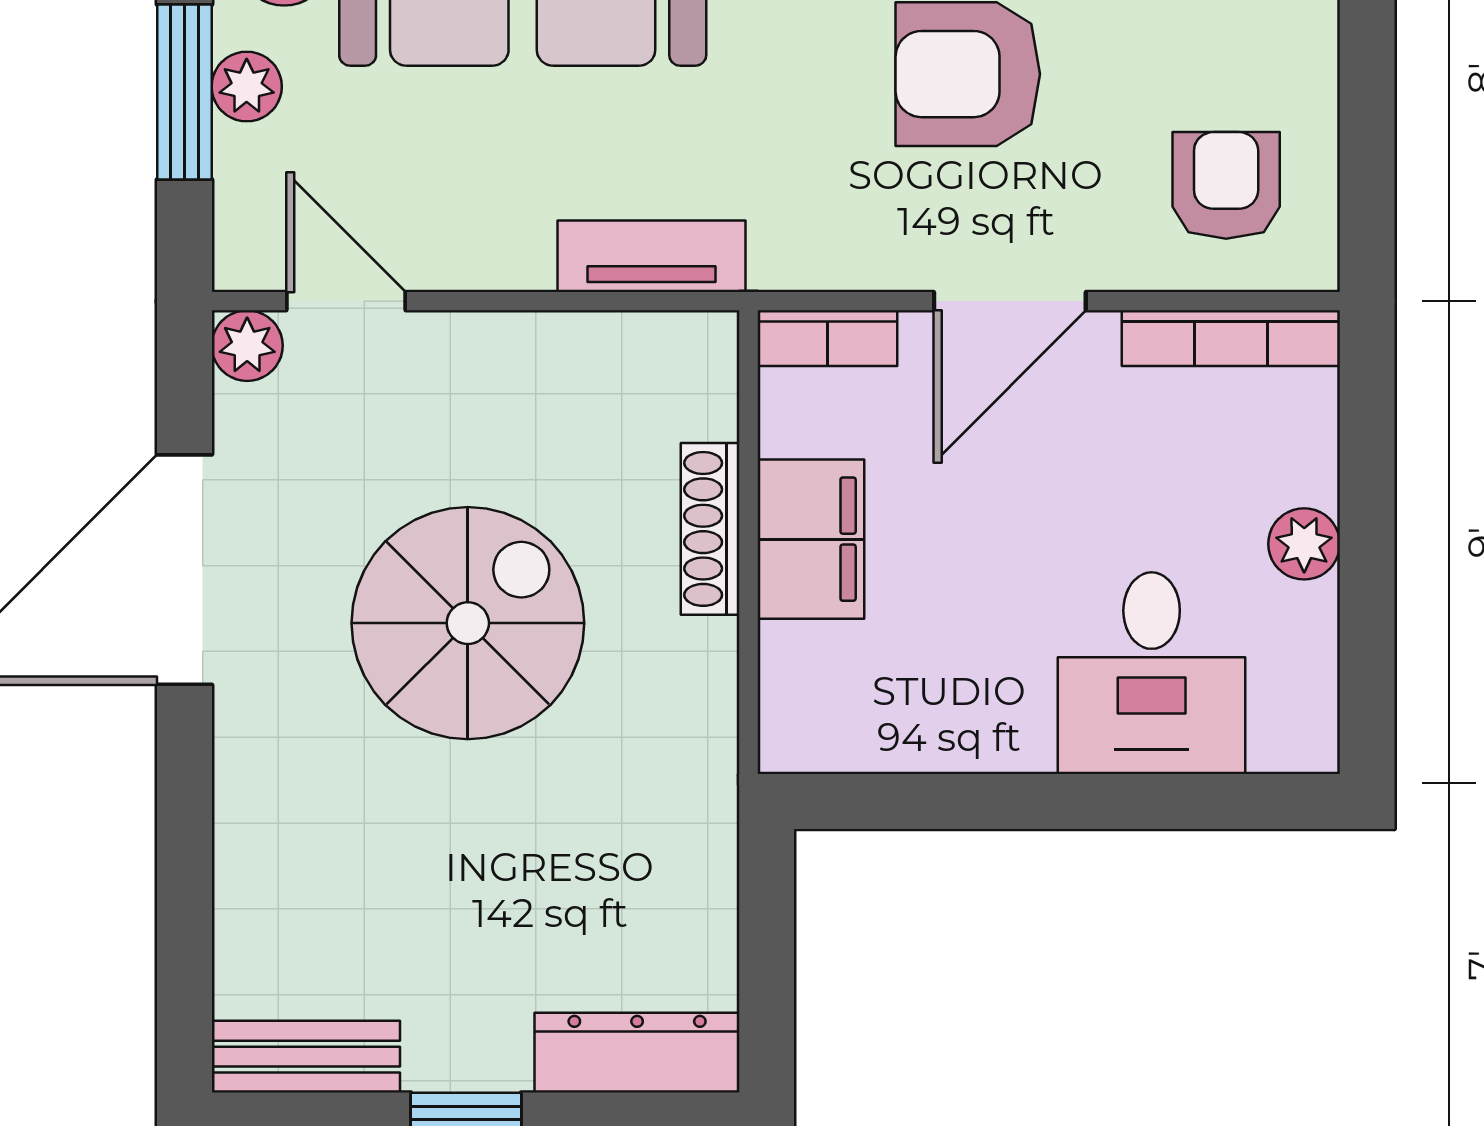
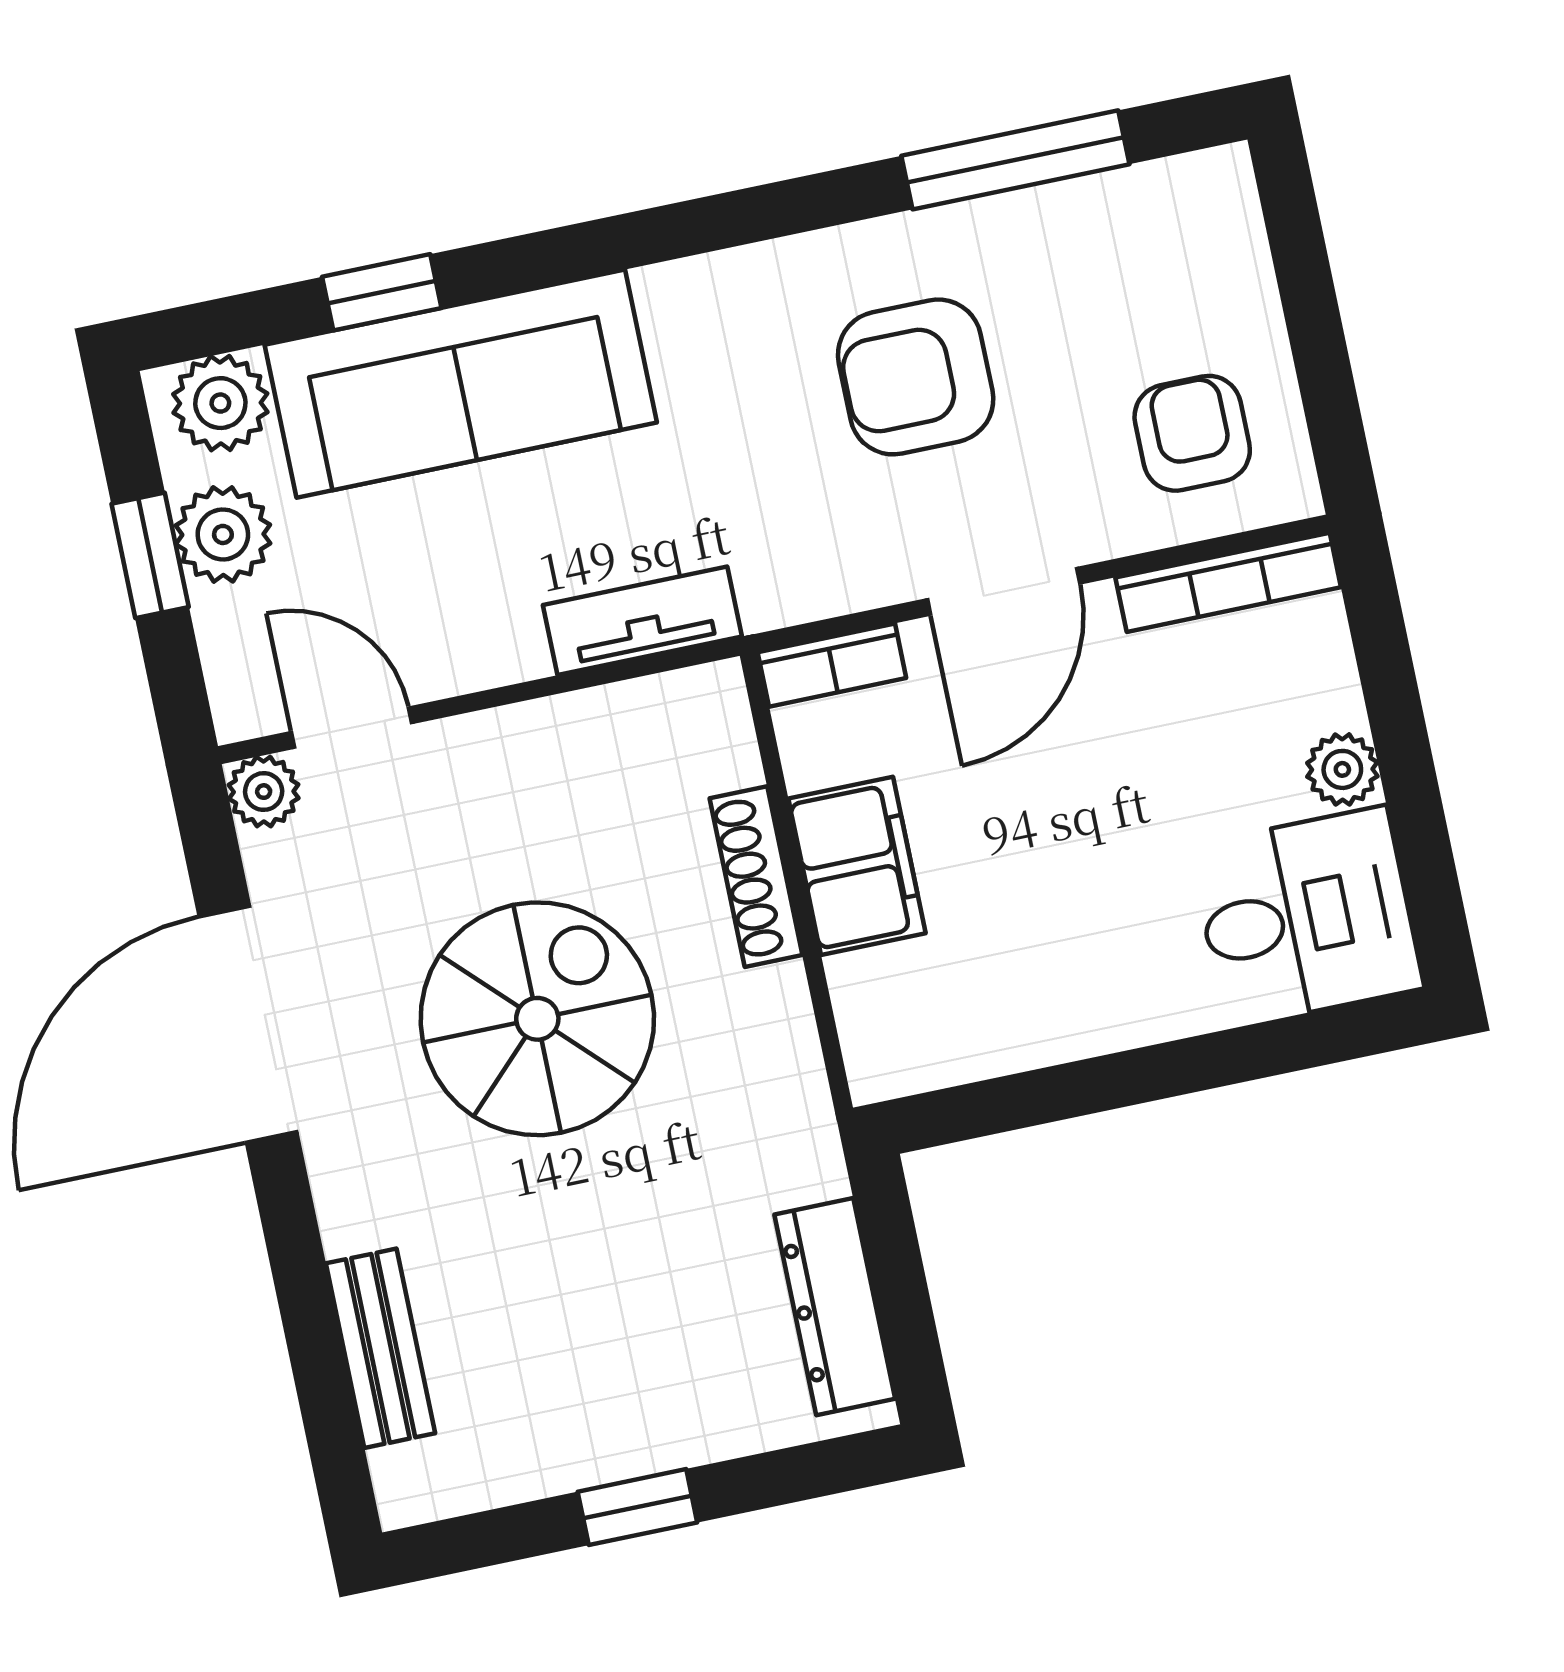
plant: (247, 87) -> (223, 534), width x1.38, depth x1.38
window: (184, 92) -> (150, 555), width x0.67
desk: (1152, 673) -> (1306, 917), moved, turned -90
dresser: (637, 1053) -> (835, 1307), moved, turned -90
bench: (306, 1057) -> (380, 1348), moved, turned 90

